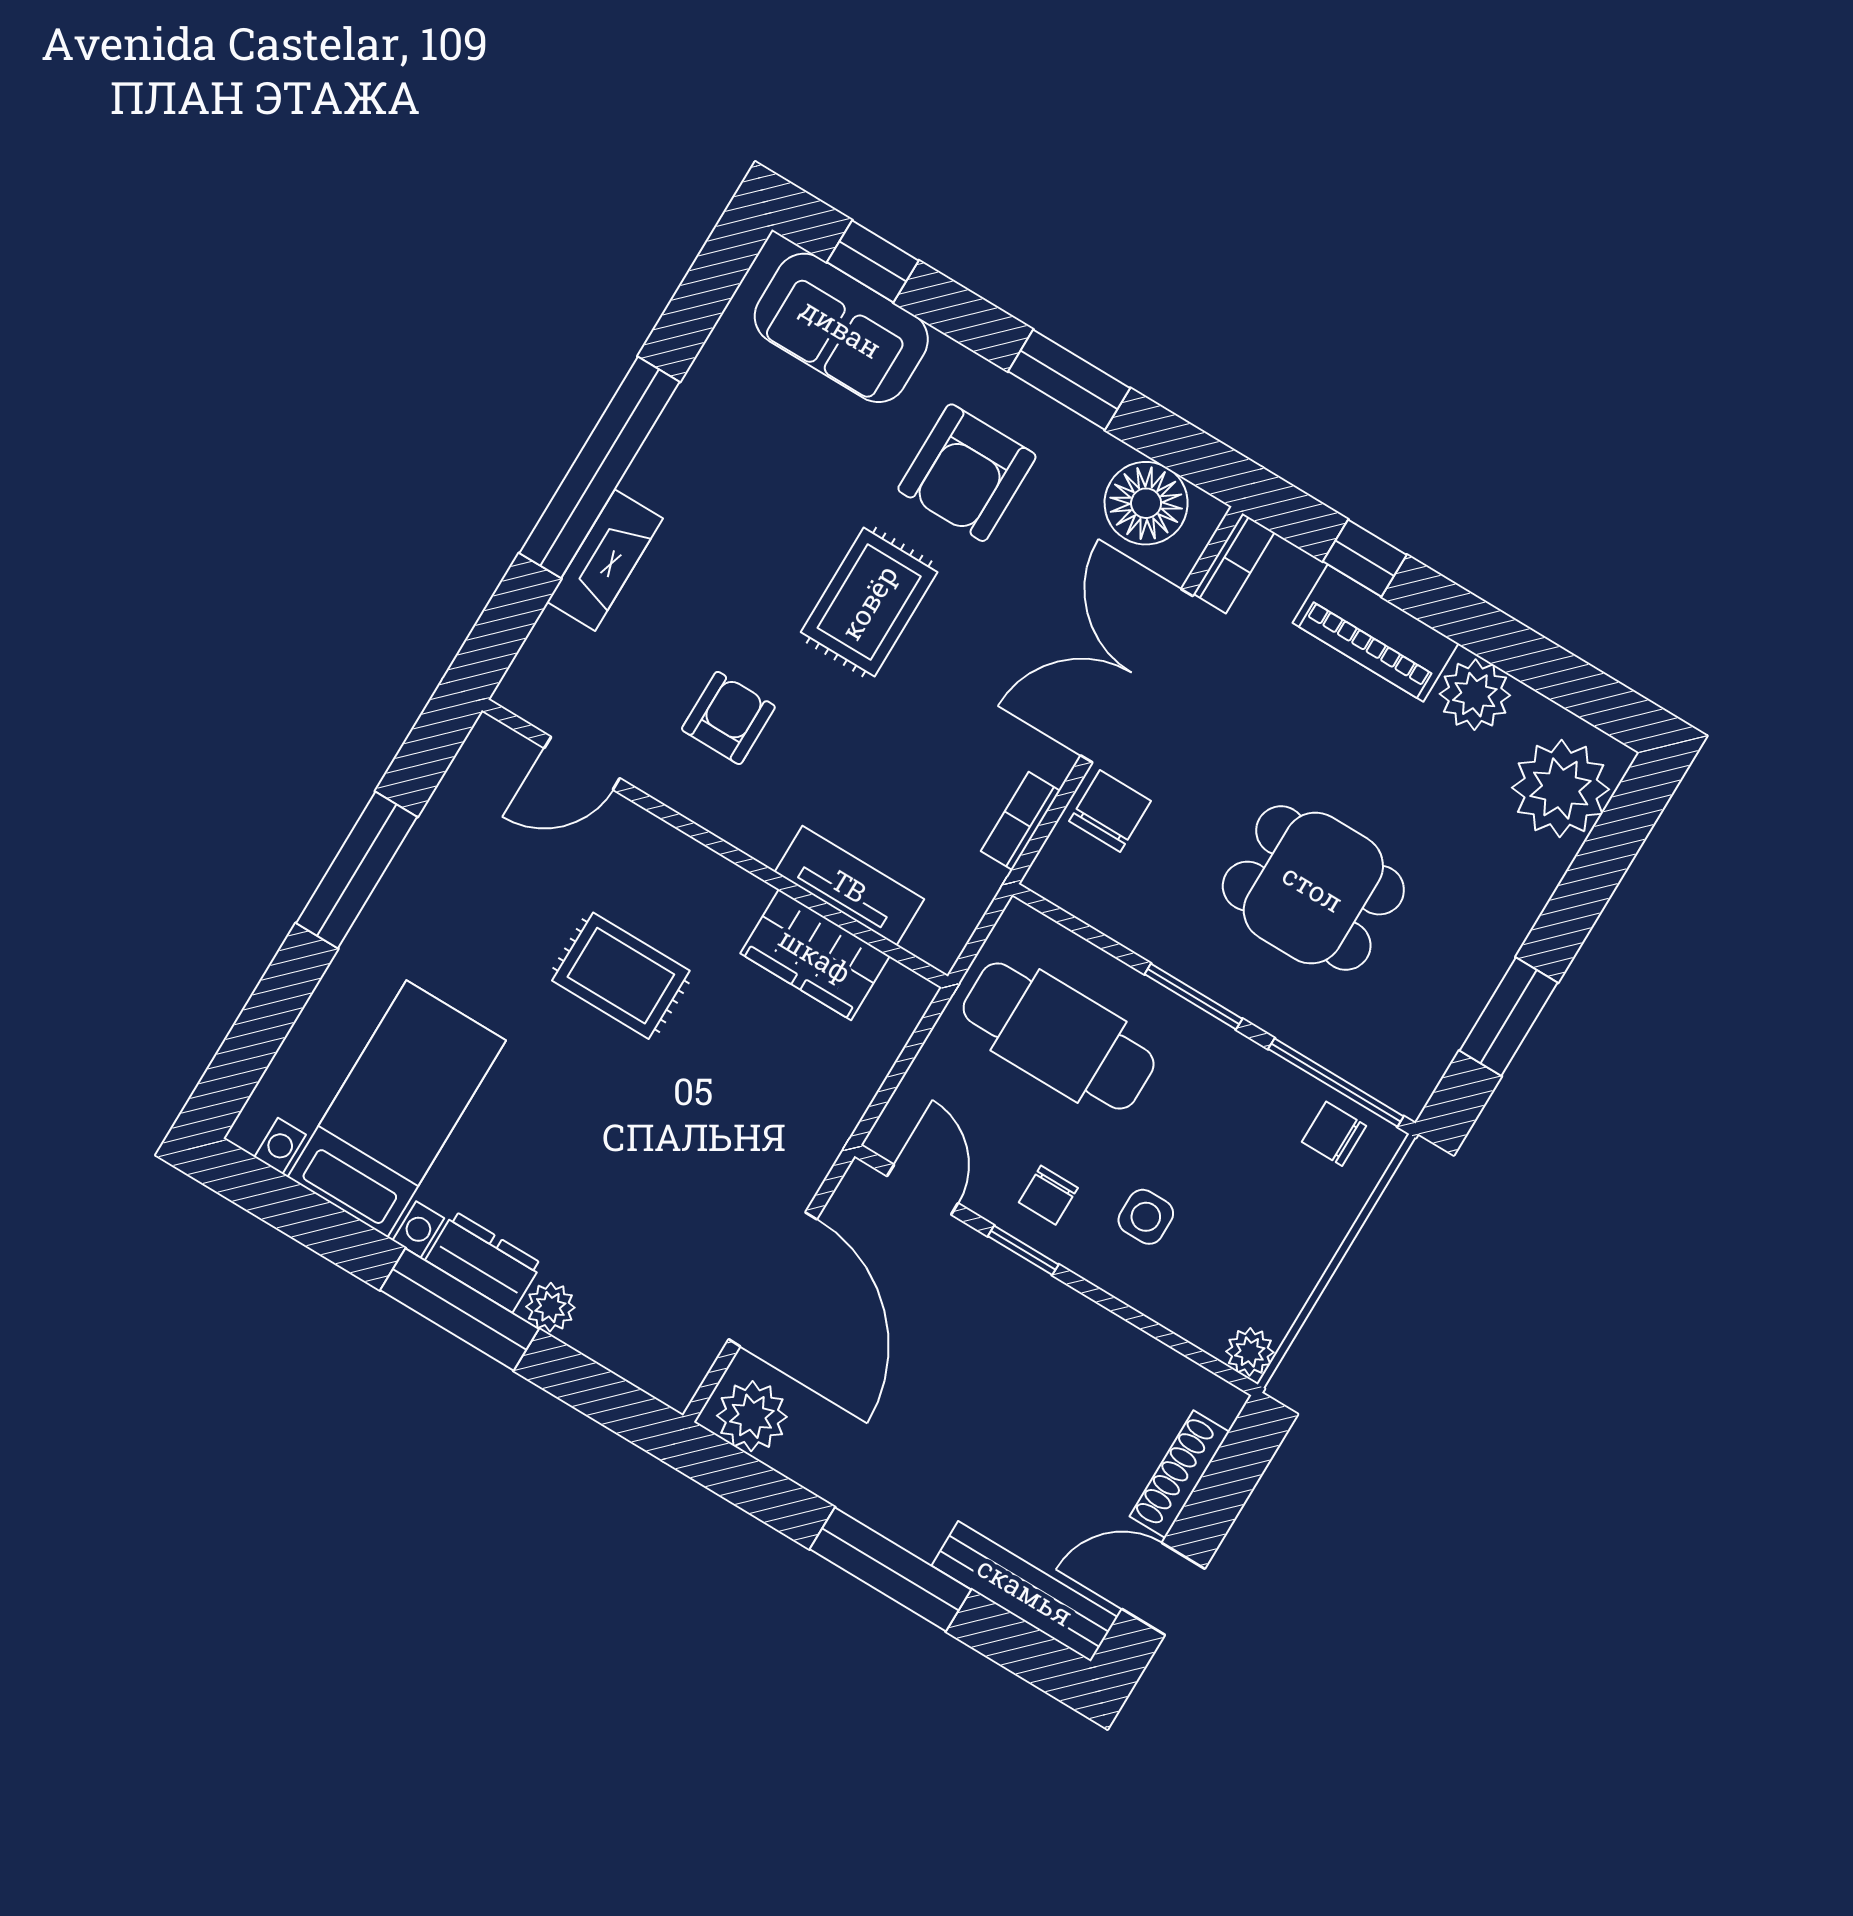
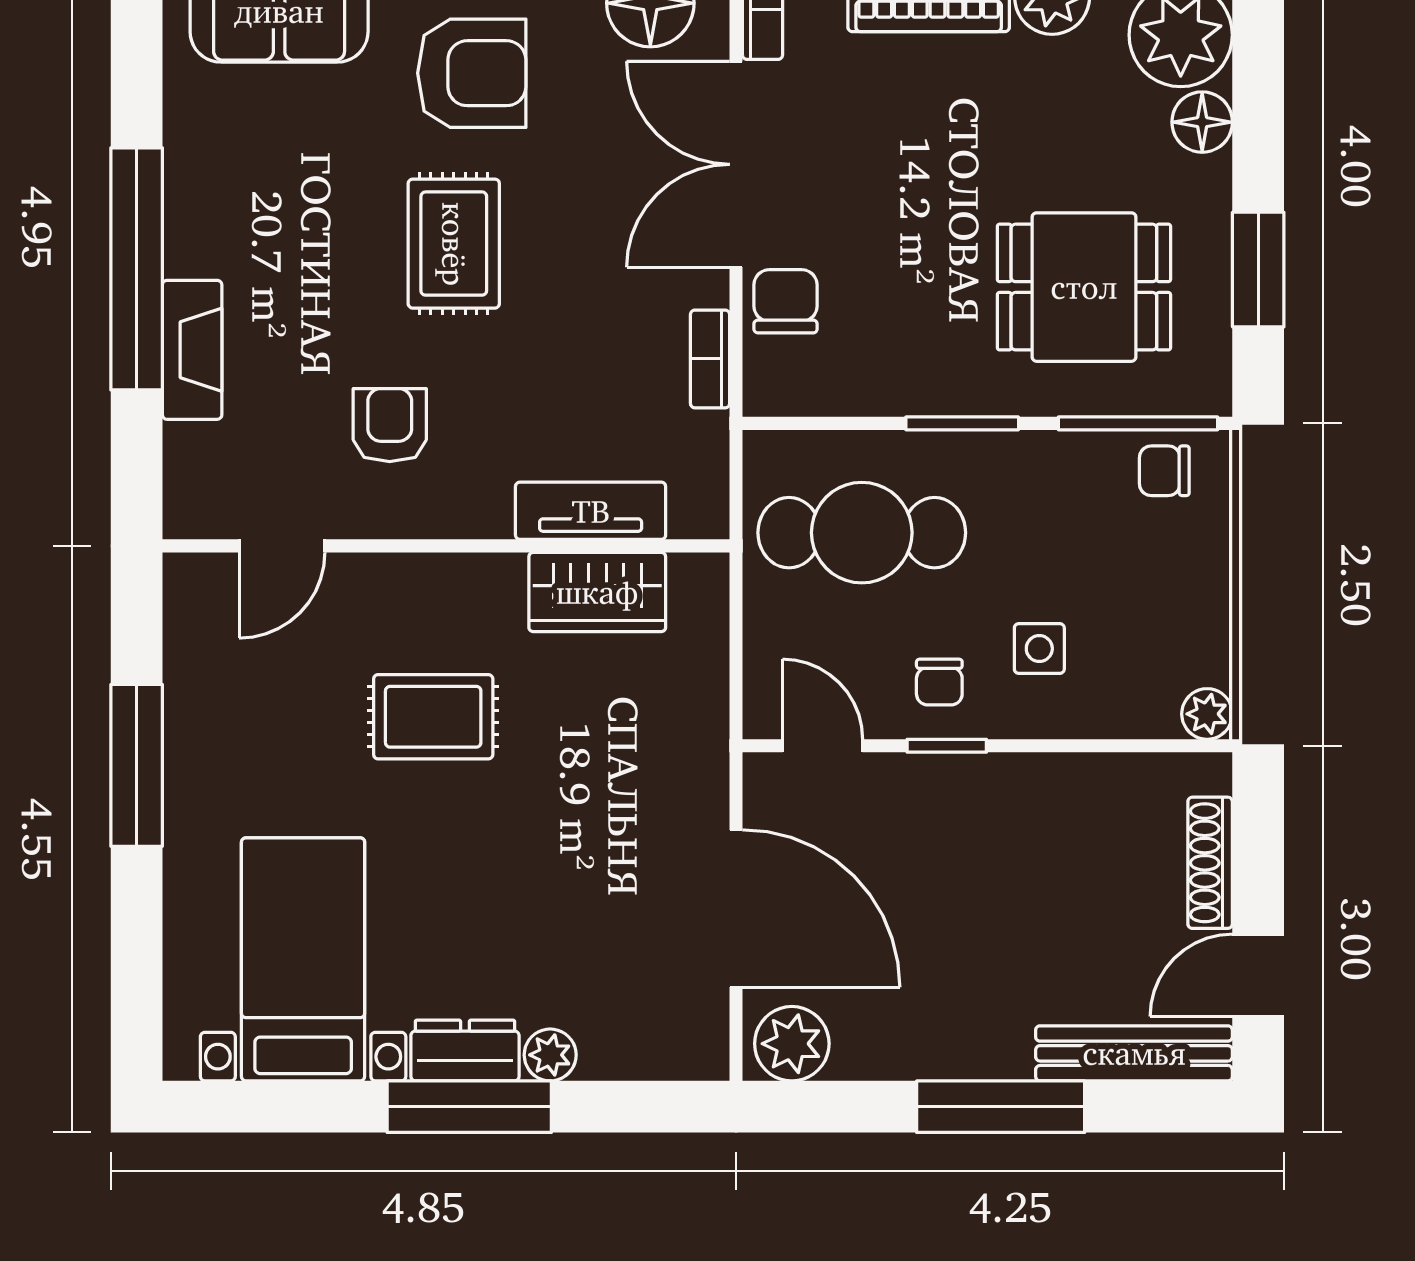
armchair: (967, 473) -> (472, 73), turned -90
floor lamp: (1535, 870) -> (1202, 122), added
dining table: (1313, 888) -> (1084, 287), moved

